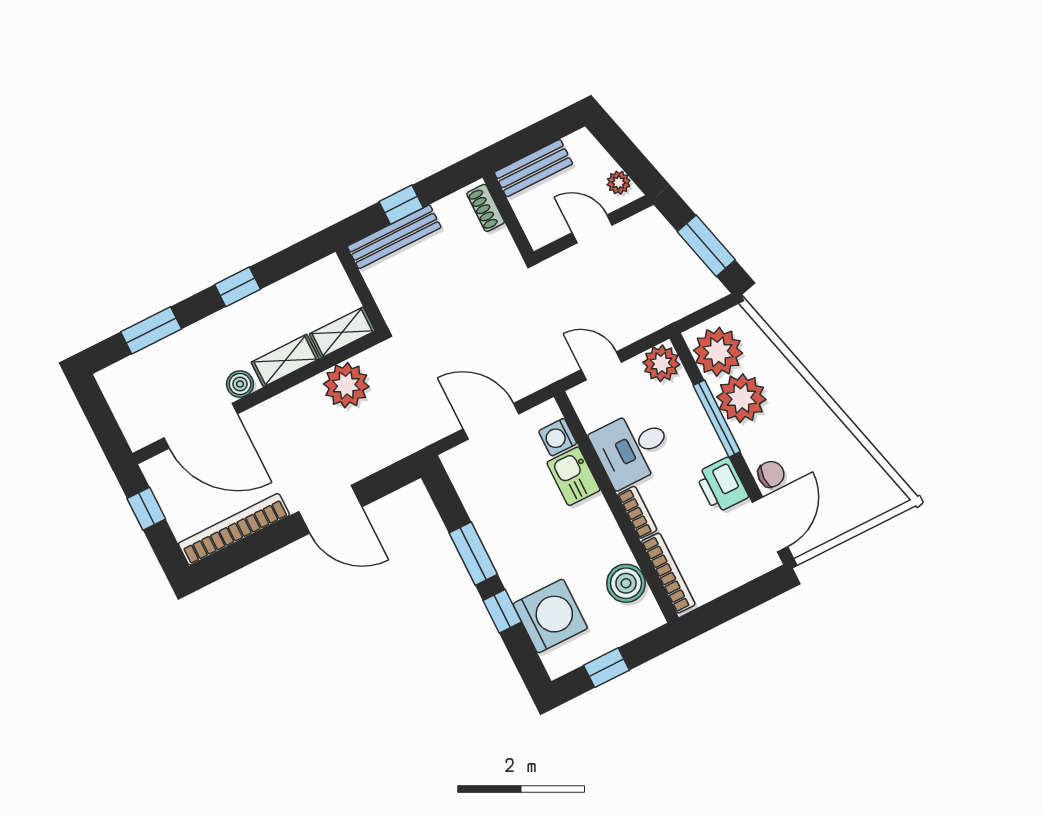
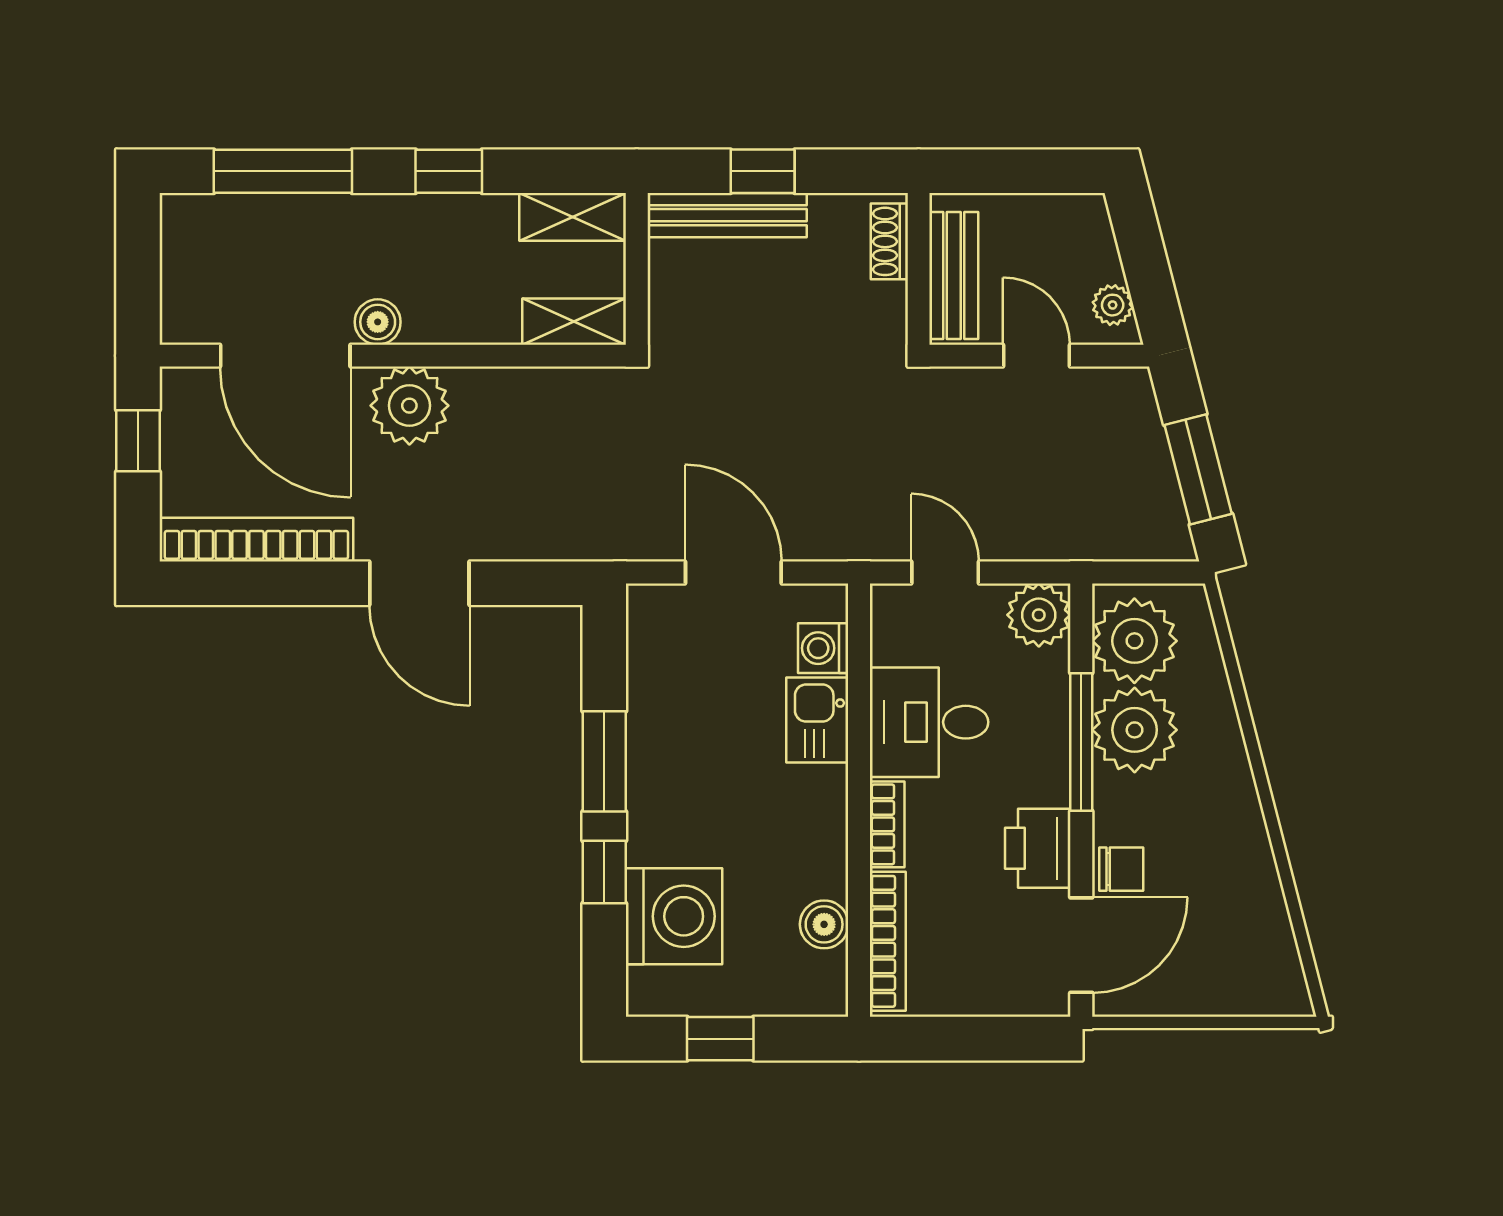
bench: (533, 168) -> (954, 275), moved, turned 90
window: (151, 330) -> (283, 171), width x1.44
shelving: (285, 361) -> (573, 217), moved
plant: (346, 385) -> (409, 406), moved
boiler: (626, 583) -> (824, 924), width x0.73, depth x0.73

